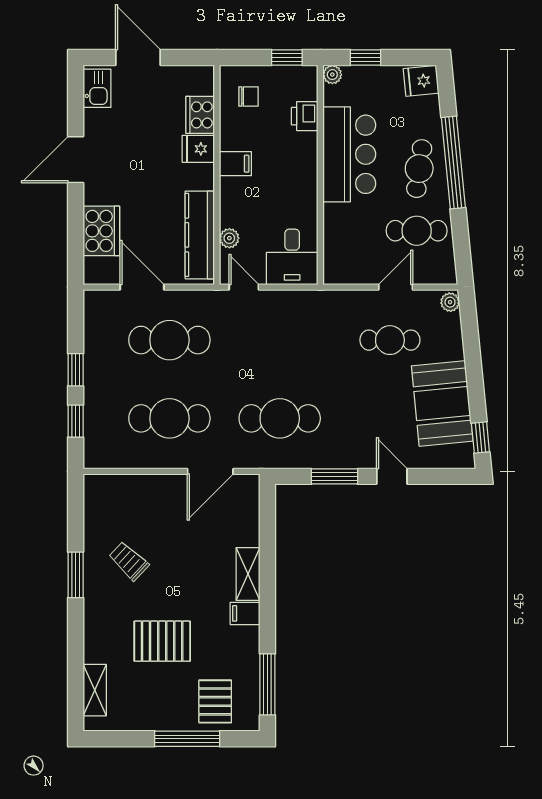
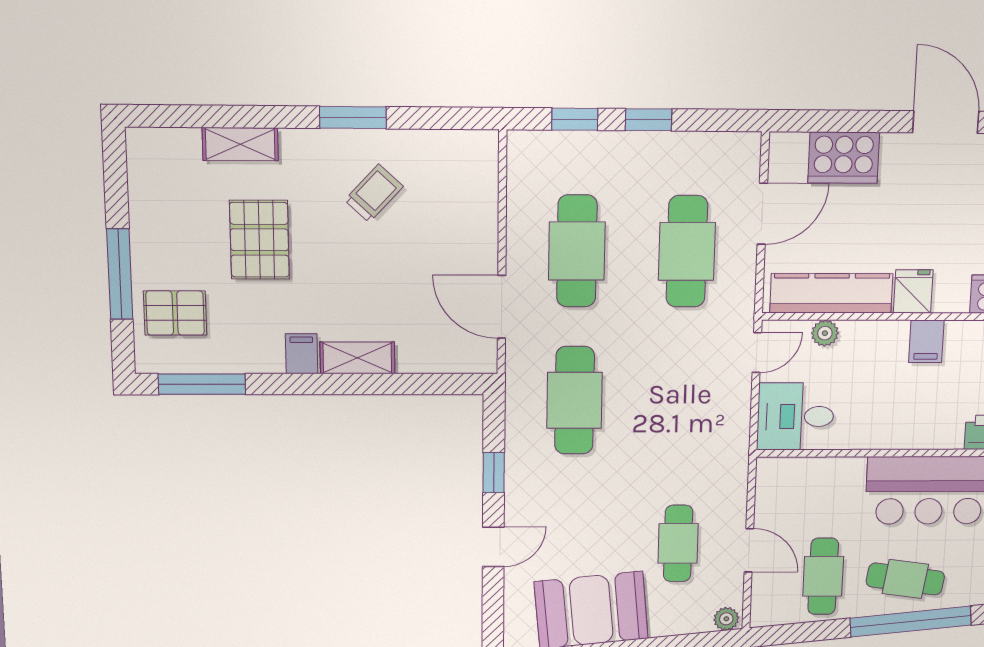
fridge: (198, 149) -> (913, 291), moved
window: (334, 476) -> (494, 473), width x0.67
shelving: (95, 690) -> (240, 144), moved

